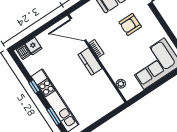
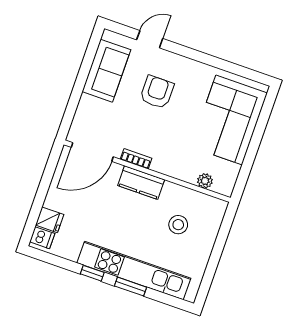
armchair: (130, 25) -> (157, 92), turned 180
stool: (92, 95) -> (178, 225), added
window: (54, 116) -> (131, 287), moved

